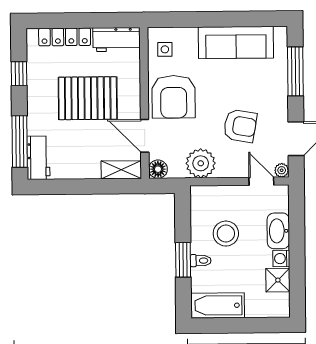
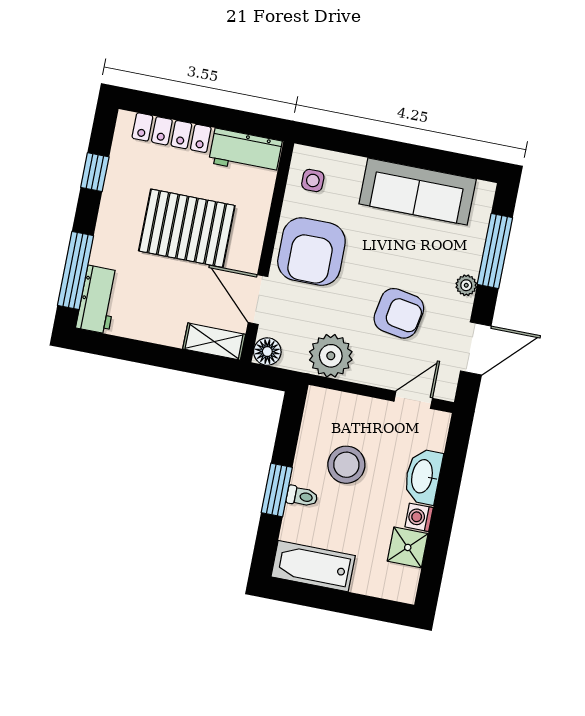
plant: (282, 170) -> (466, 285), moved
door: (261, 181) -> (413, 400), hinge flipped

